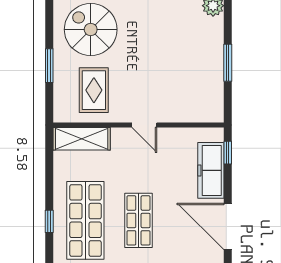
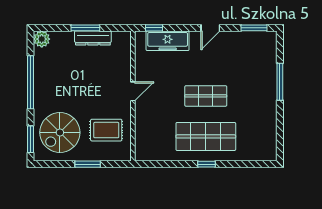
dresser: (214, 73) -> (93, 38), added
shelving: (82, 139) -> (143, 139), removed
door: (228, 226) -> (210, 28), width x0.53

